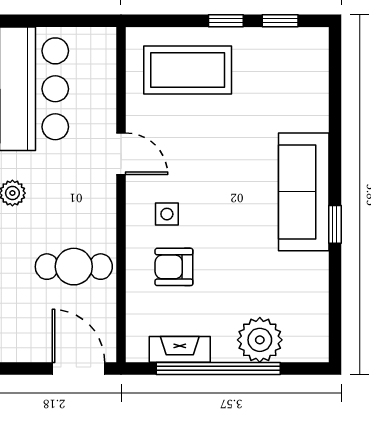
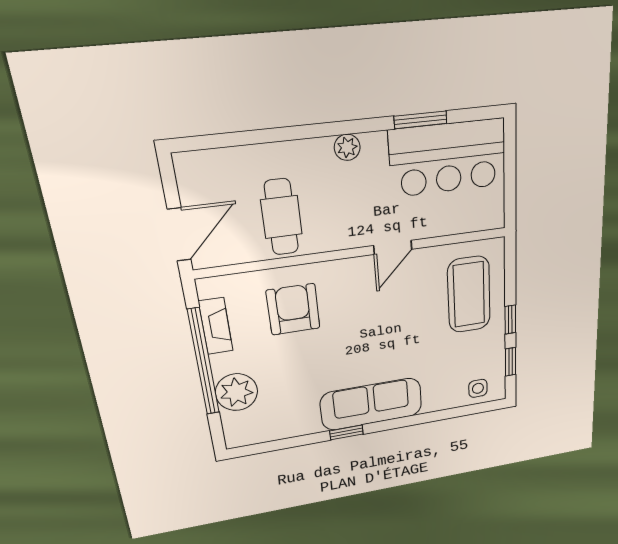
side table: (167, 214) -> (478, 388), moved
armchair: (174, 267) -> (293, 309), width x1.38, depth x1.38

